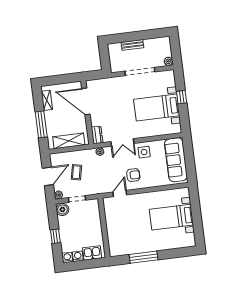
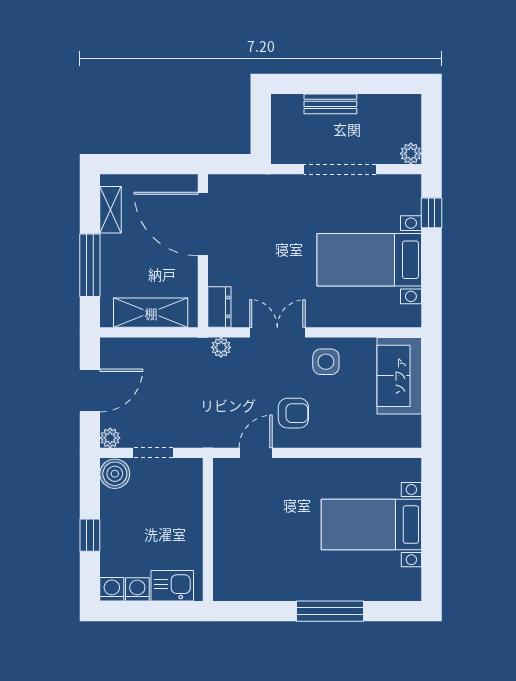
window: (182, 97) -> (431, 213), moved
double door: (122, 142) -> (277, 332), swing flipped
sofa: (176, 160) -> (399, 376), width x0.73
coffee table: (76, 172) -> (159, 389), removed
window: (144, 257) -> (330, 611), moved

